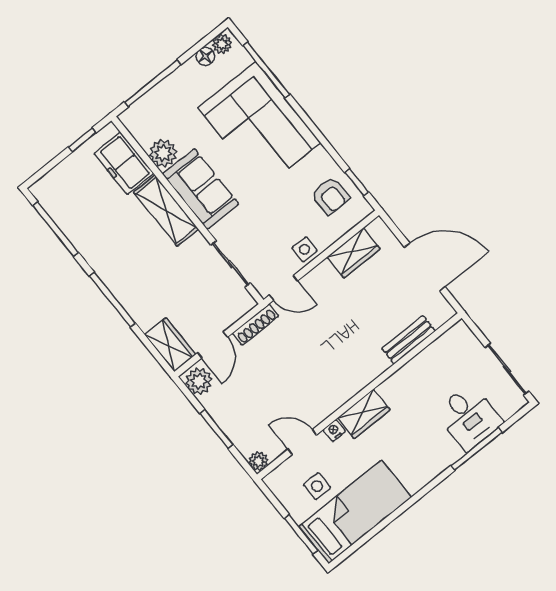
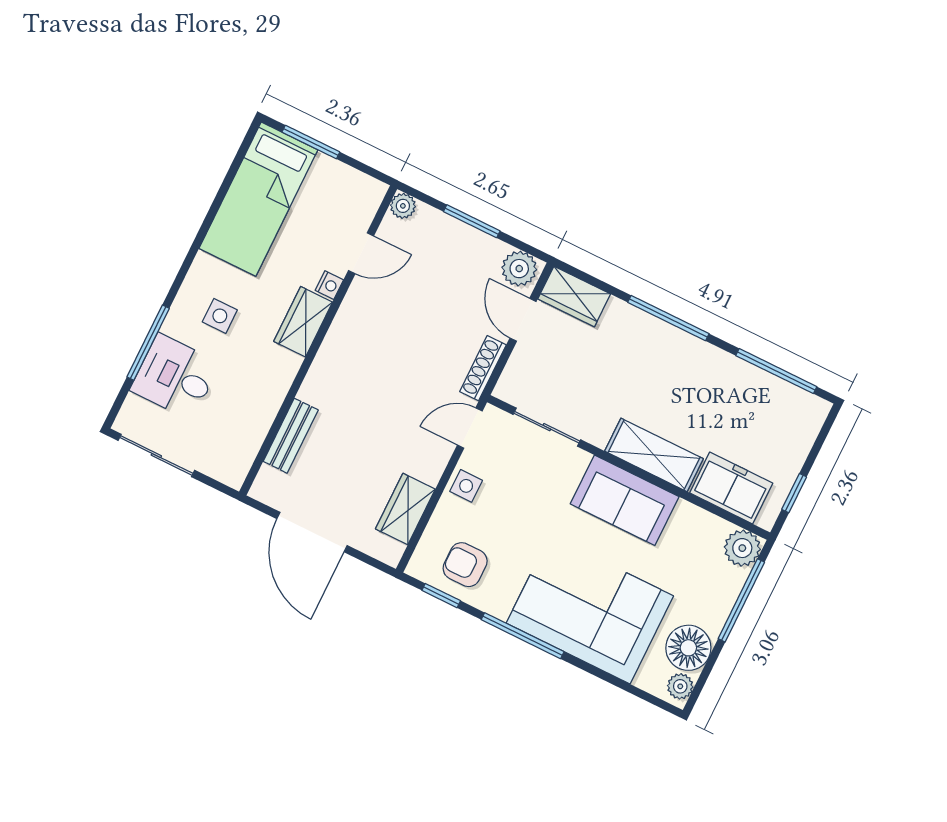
floor lamp: (205, 56) -> (688, 648), width x1.89, depth x1.89
window: (266, 70) -> (523, 636), moved
plant: (163, 153) -> (742, 548), moved
door: (425, 267) -> (312, 532), hinge flipped
side table: (317, 486) -> (220, 316), moved

